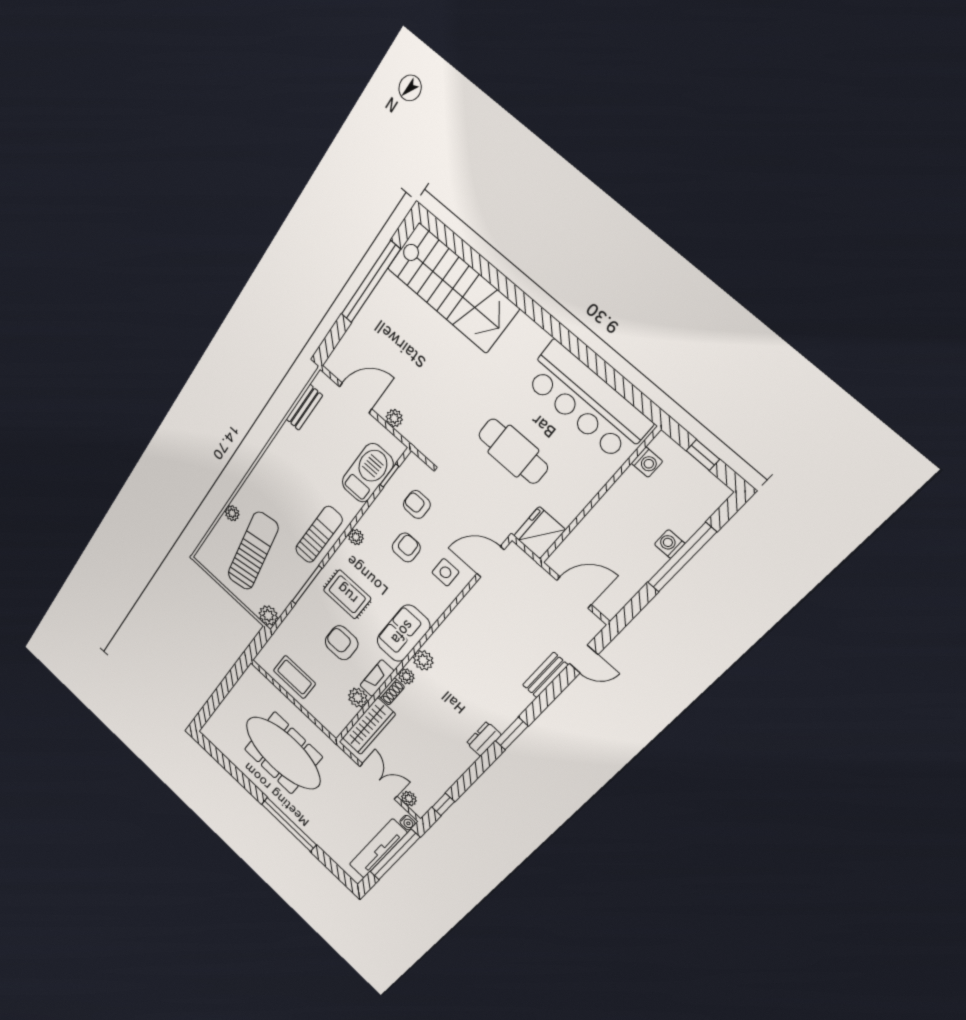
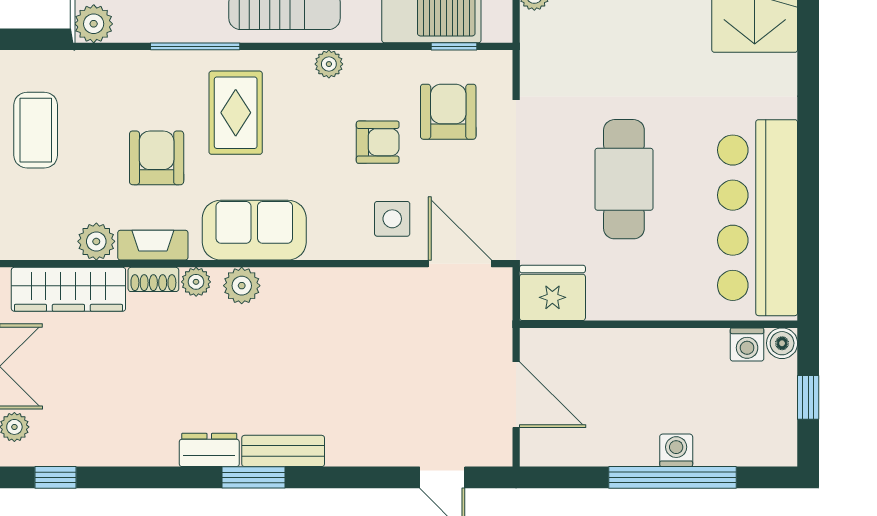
boiler: (662, 444) -> (782, 343), added
armchair: (417, 505) -> (448, 112), width x1.38, depth x1.38
bench: (545, 675) -> (283, 451), moved

